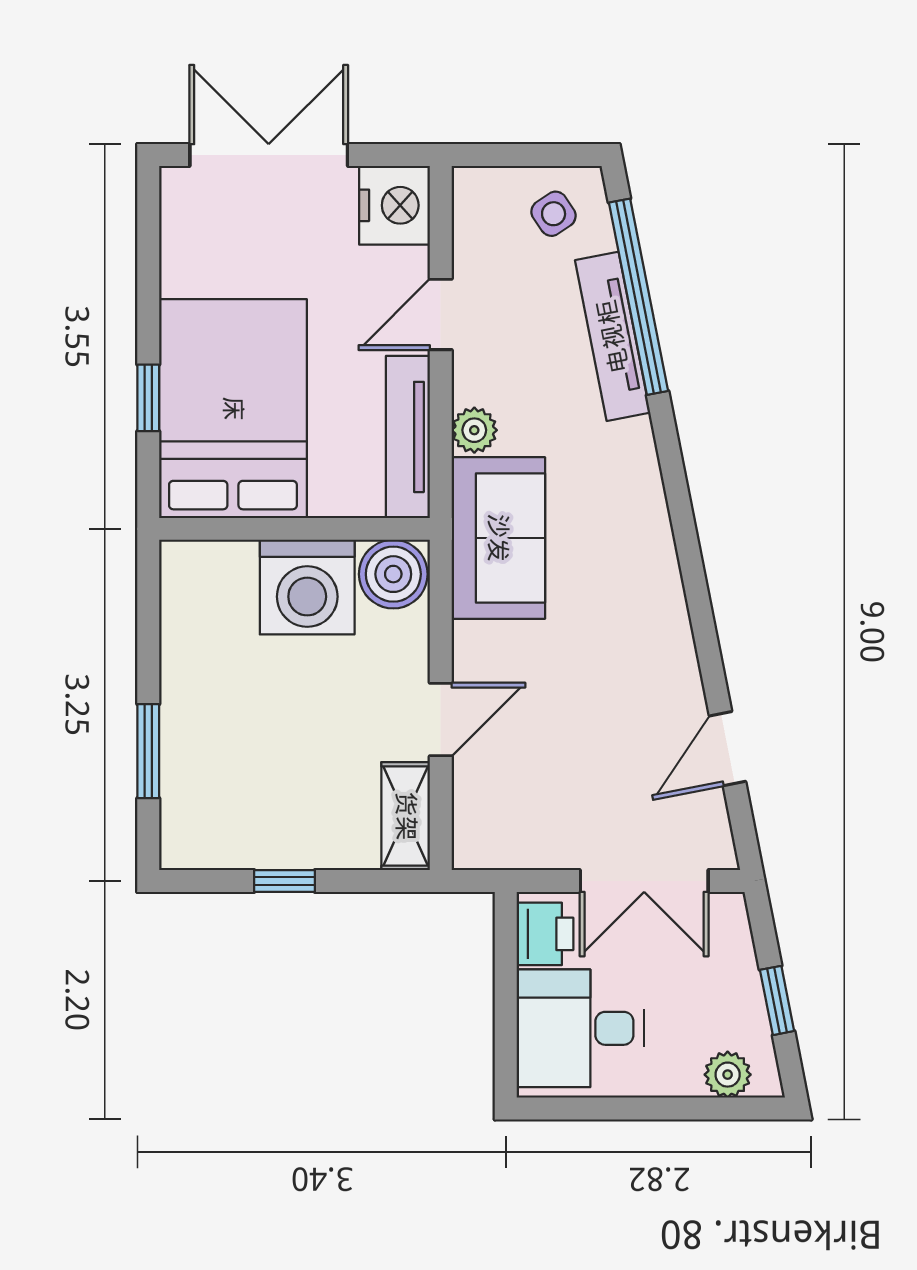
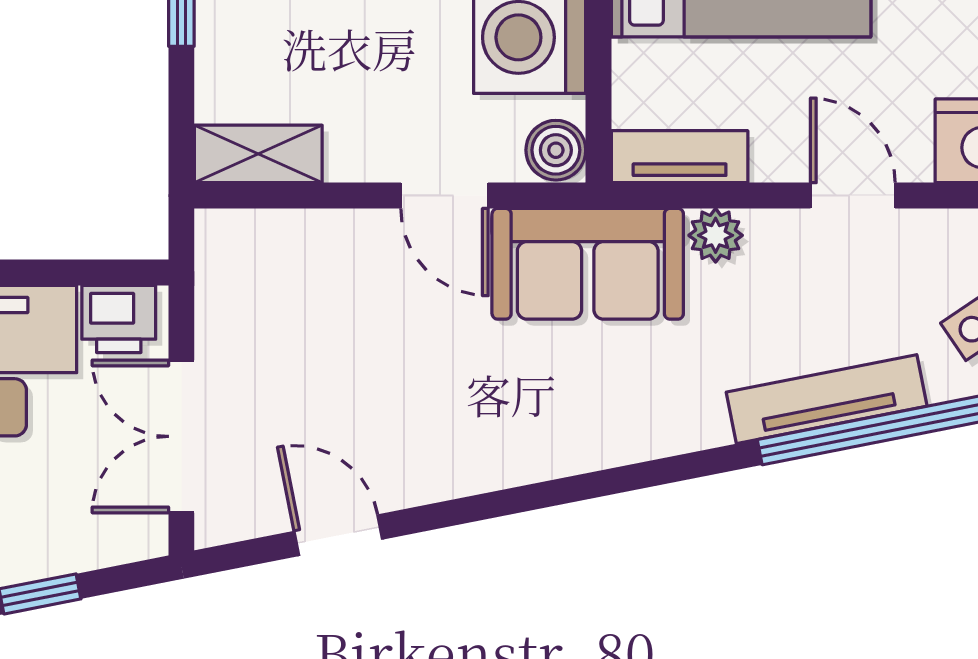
tv unit: (408, 437) -> (680, 157), width x0.71
boiler: (393, 574) -> (556, 150), width x0.73, depth x0.73
door: (441, 719) -> (445, 196), moved

